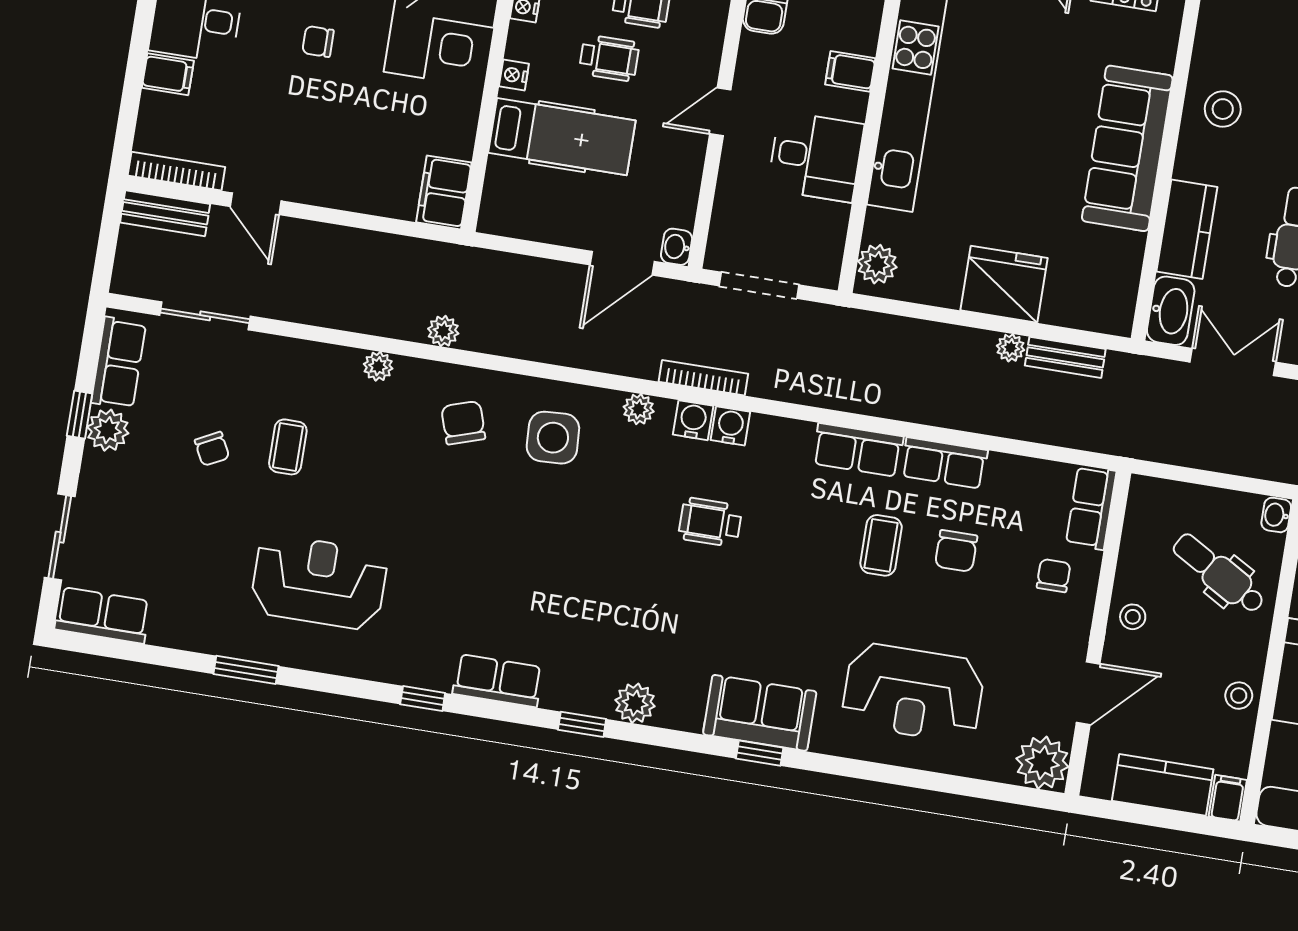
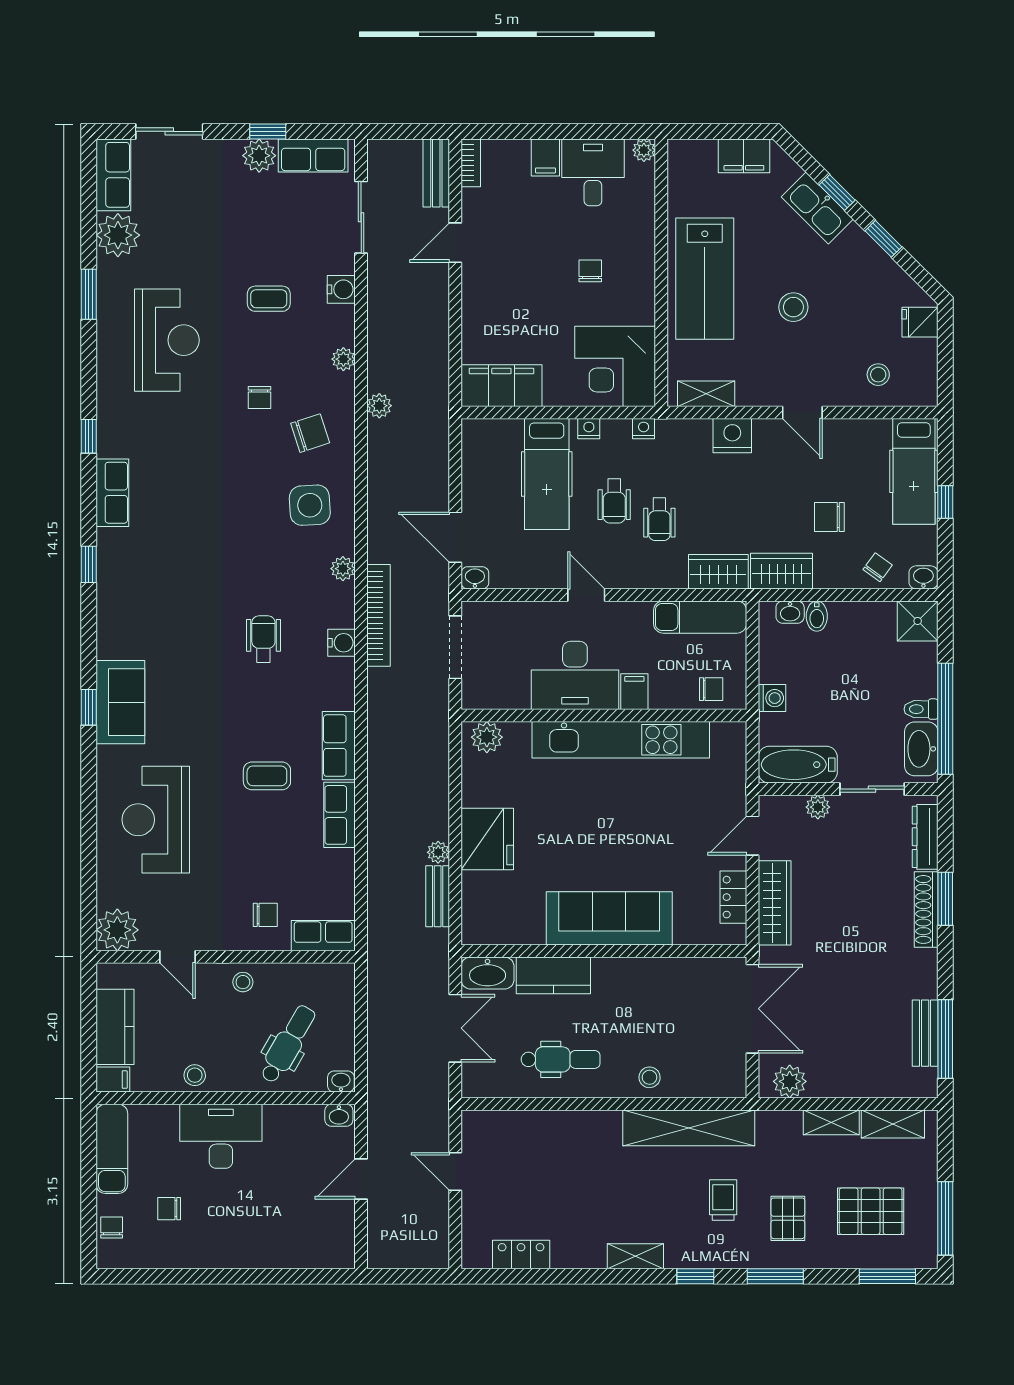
stool: (1223, 109) -> (652, 988), removed
desk: (816, 157) -> (575, 675), width x1.37
bookcase: (176, 171) -> (471, 163), width x0.64
filing cabinet: (444, 192) -> (501, 386), width x1.50, depth x1.17
bookcase: (703, 378) -> (379, 615), width x1.48, depth x1.31
water cooler: (693, 420) -> (341, 289), moved
chair: (212, 449) -> (259, 398), moved, turned -63
chair: (956, 551) -> (272, 835), removed
door: (1088, 693) -> (177, 957), width x0.73
plant: (635, 703) -> (118, 235), moved, width x1.36, depth x1.36

